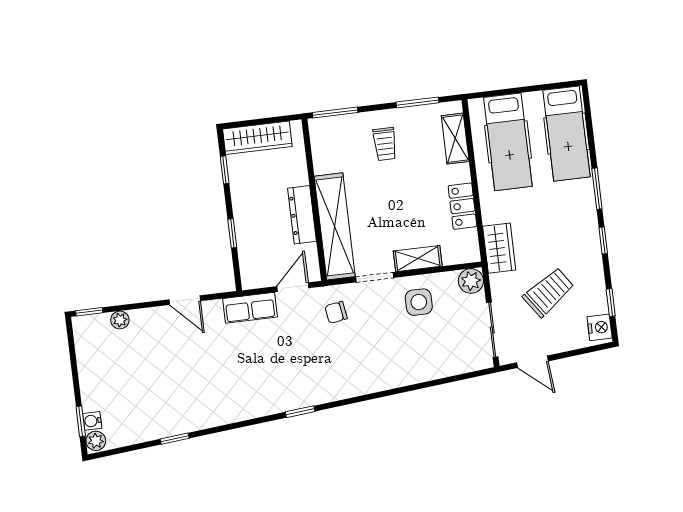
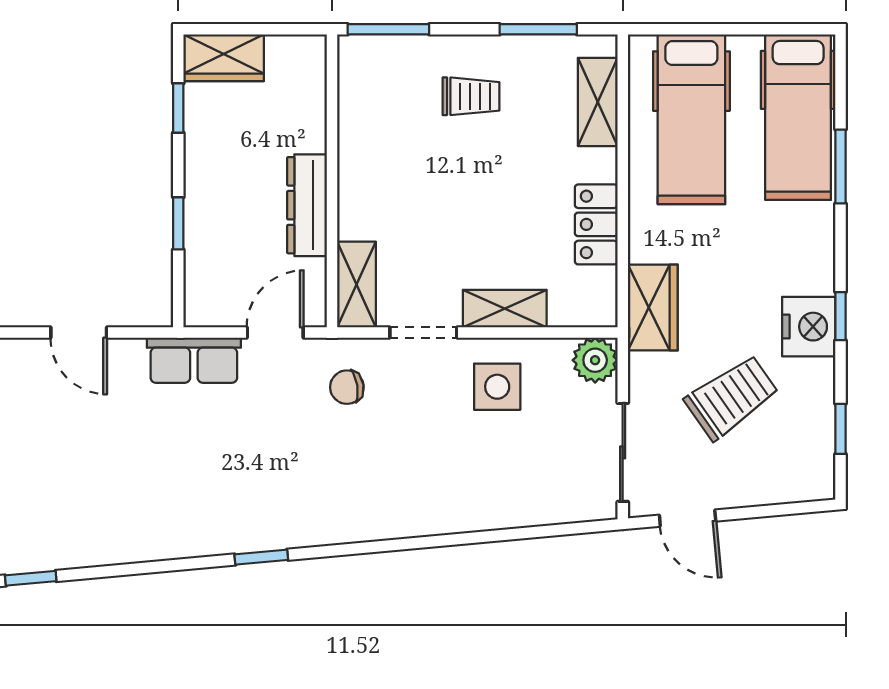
wardrobe: (257, 138) -> (224, 58), width x0.67
trolley: (385, 144) -> (471, 96), turned -90
window: (597, 189) -> (841, 167), moved
shelving: (335, 226) -> (357, 285), width x0.45, depth x0.75
nightstand: (600, 327) -> (809, 327), moved, width x1.36, depth x1.33

